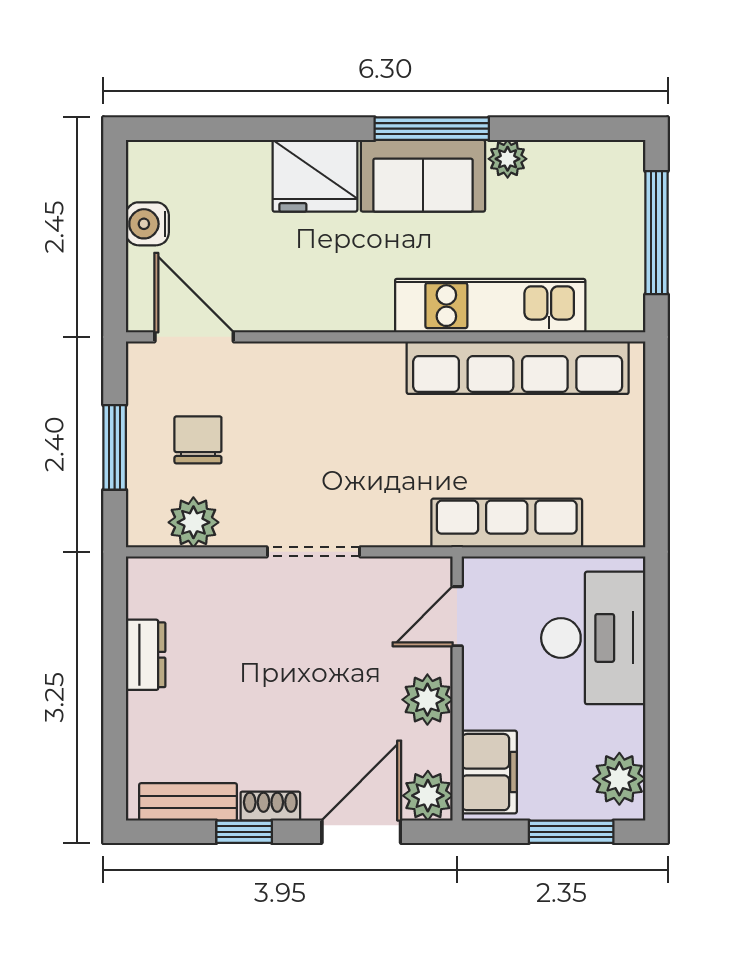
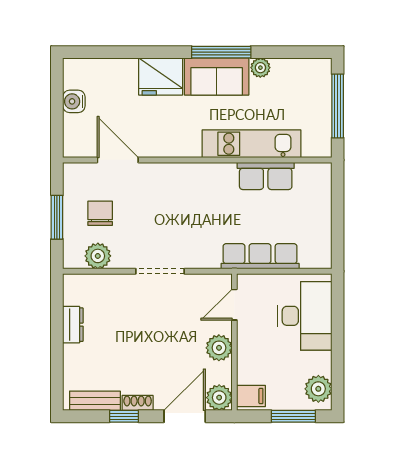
door: (194, 337) -> (118, 160), moved
row of seats: (518, 368) -> (266, 176), width x0.50
filing cabinet: (489, 772) -> (251, 396), width x0.50

